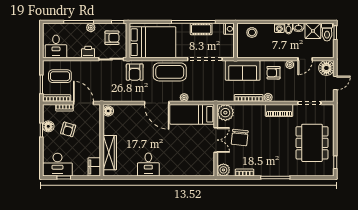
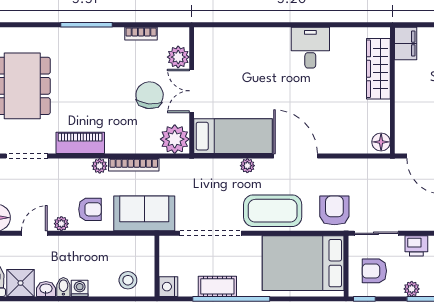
plant: (223, 170) -> (178, 57), moved

